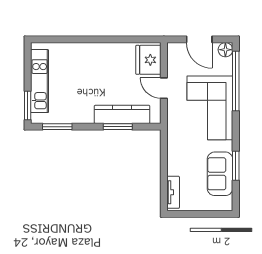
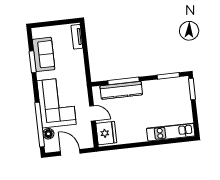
floor lamp: (225, 50) -> (48, 134), moved
kitchen unit: (40, 81) -> (171, 132), moved, turned 90
window: (118, 127) -> (123, 81), width x1.44

